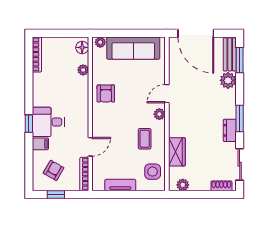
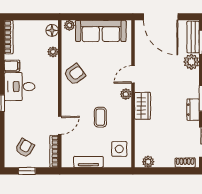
armchair: (106, 93) -> (75, 74), turned -127
desk: (48, 122) -> (20, 87), moved
coffee table: (145, 139) -> (100, 117), moved
filing cabinet: (40, 144) -> (12, 66), moved
wardrobe: (177, 152) -> (142, 106), moved

